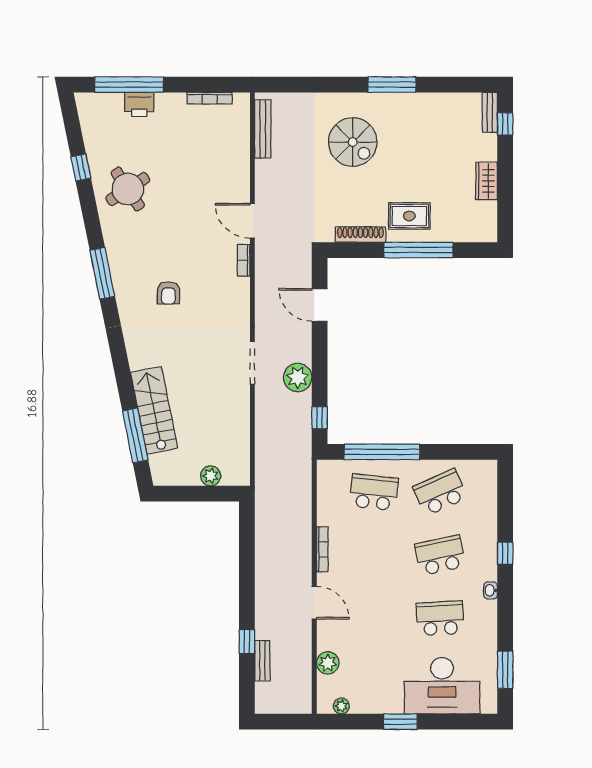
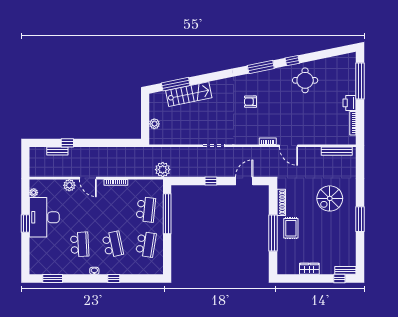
printer: (139, 104) -> (350, 103), moved
window: (81, 168) -> (292, 61), moved
round table: (128, 189) -> (305, 80), turned 33
door: (252, 221) -> (288, 146), swing flipped
plant: (298, 377) -> (163, 170), moved
window: (320, 418) -> (211, 181), moved
school desk: (440, 492) -> (146, 244), turned 33
door: (314, 603) -> (88, 178), hinge flipped
plant: (328, 663) -> (69, 185), moved
desk: (442, 686) -> (44, 217), moved

